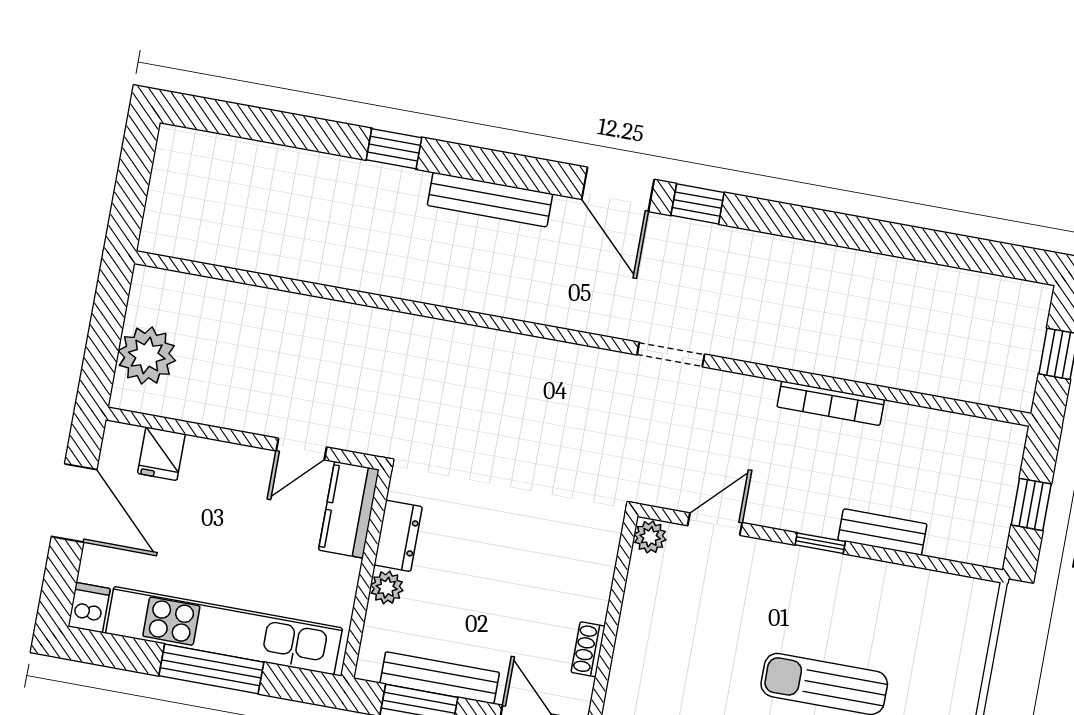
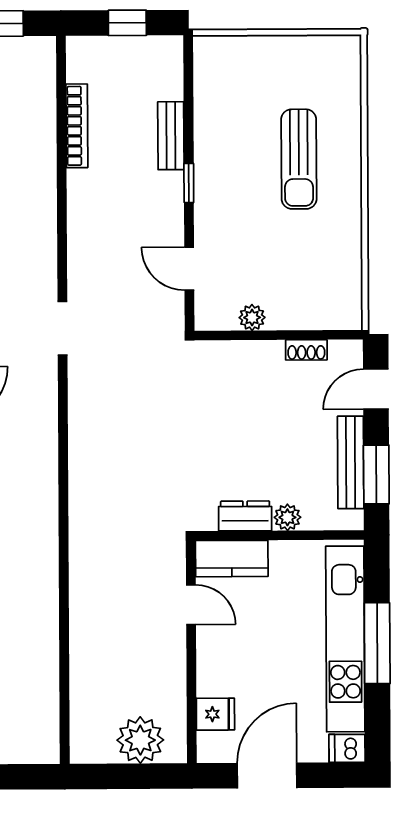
bookcase: (831, 403) -> (77, 126), moved
plant: (650, 537) -> (252, 317), moved

